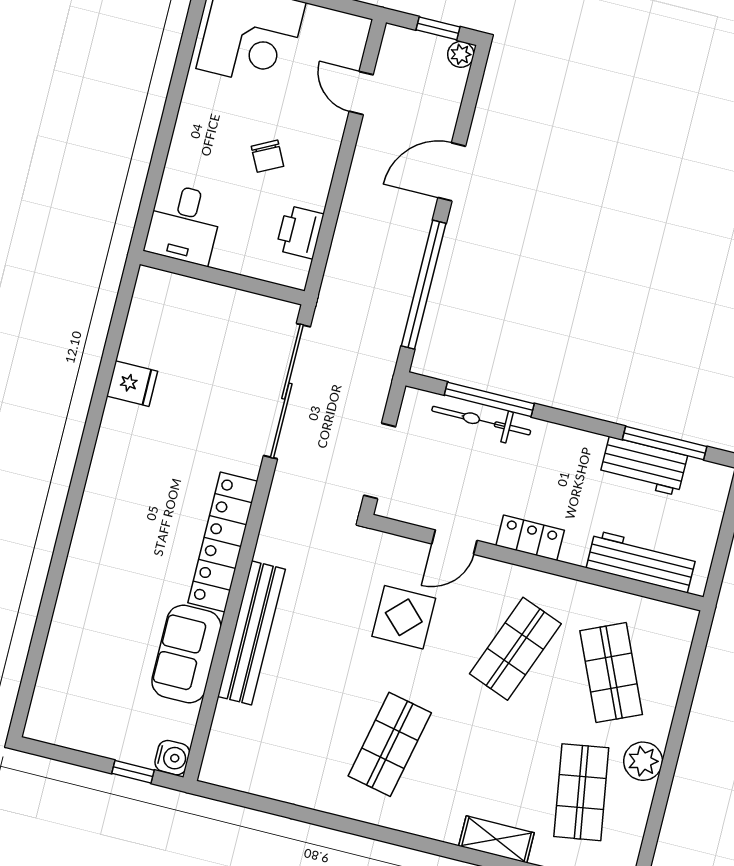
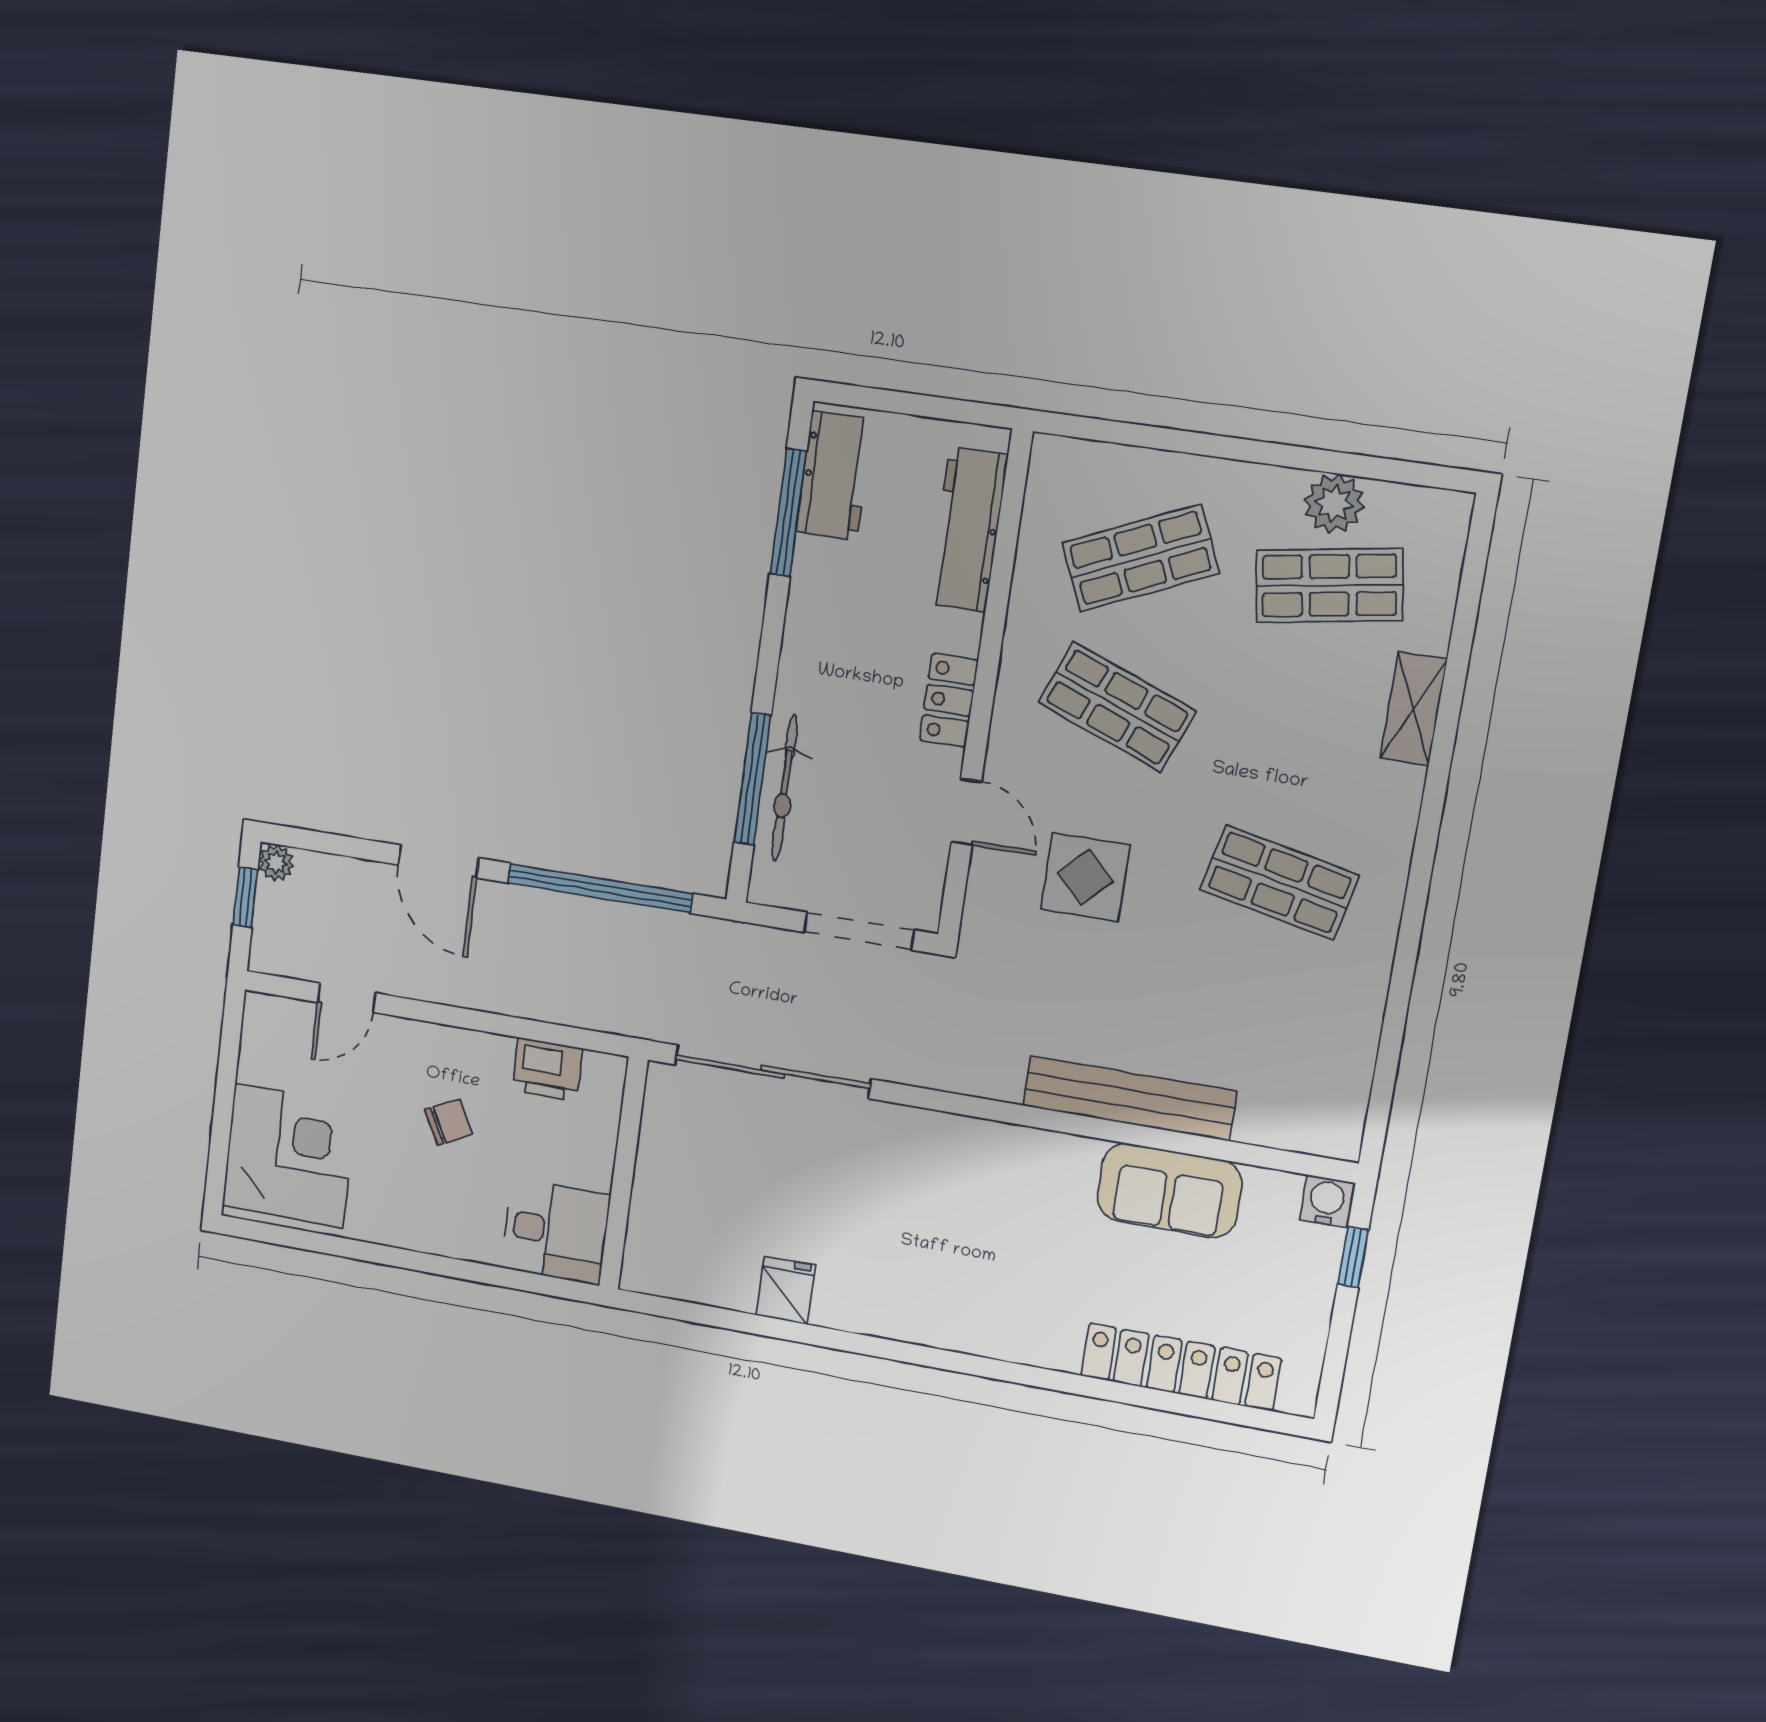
workbench: (643, 466) -> (834, 476), moved
locker: (223, 542) -> (1181, 1367), moved, turned 180
plant: (643, 761) -> (1334, 503), moved

